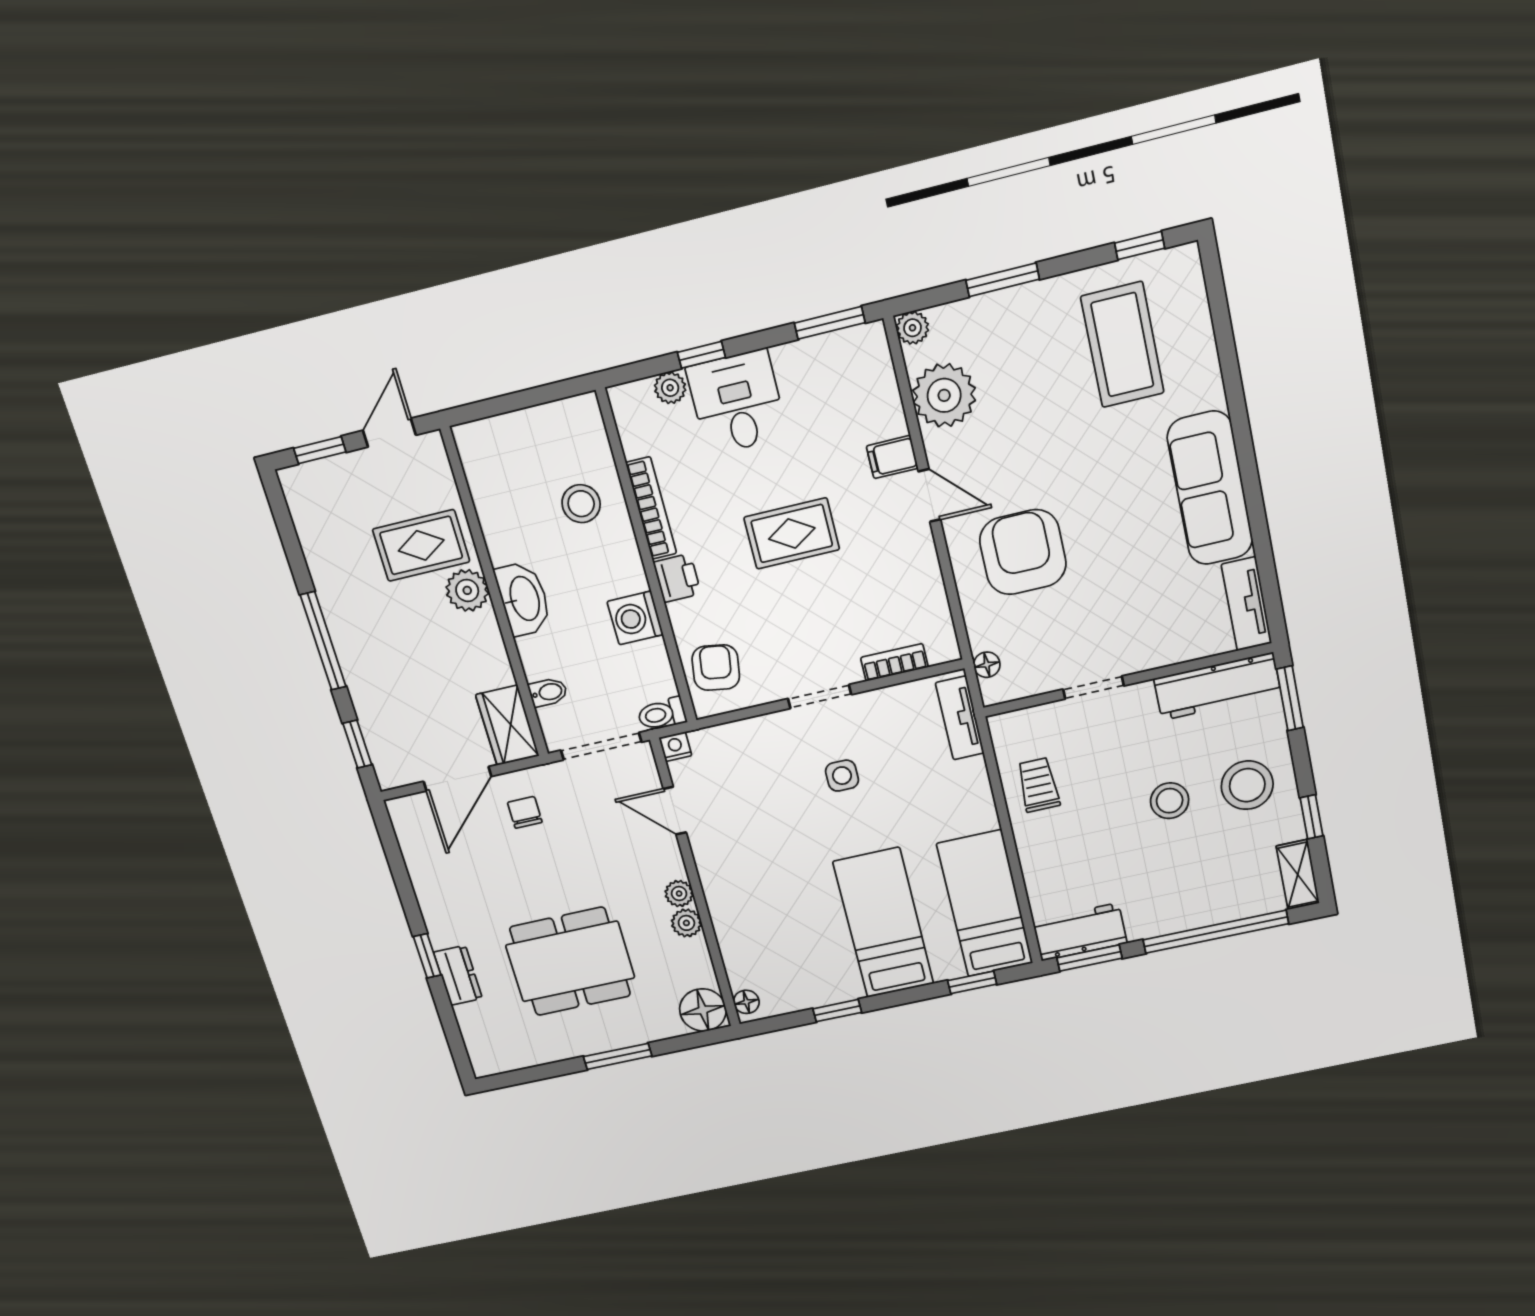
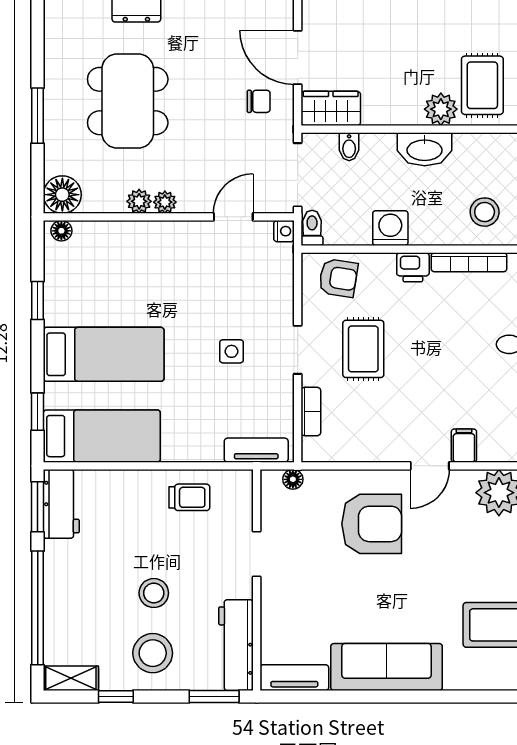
rug: (792, 533) -> (363, 349), moved

